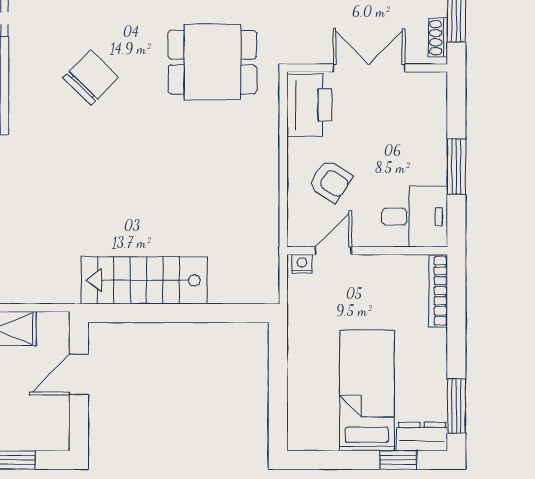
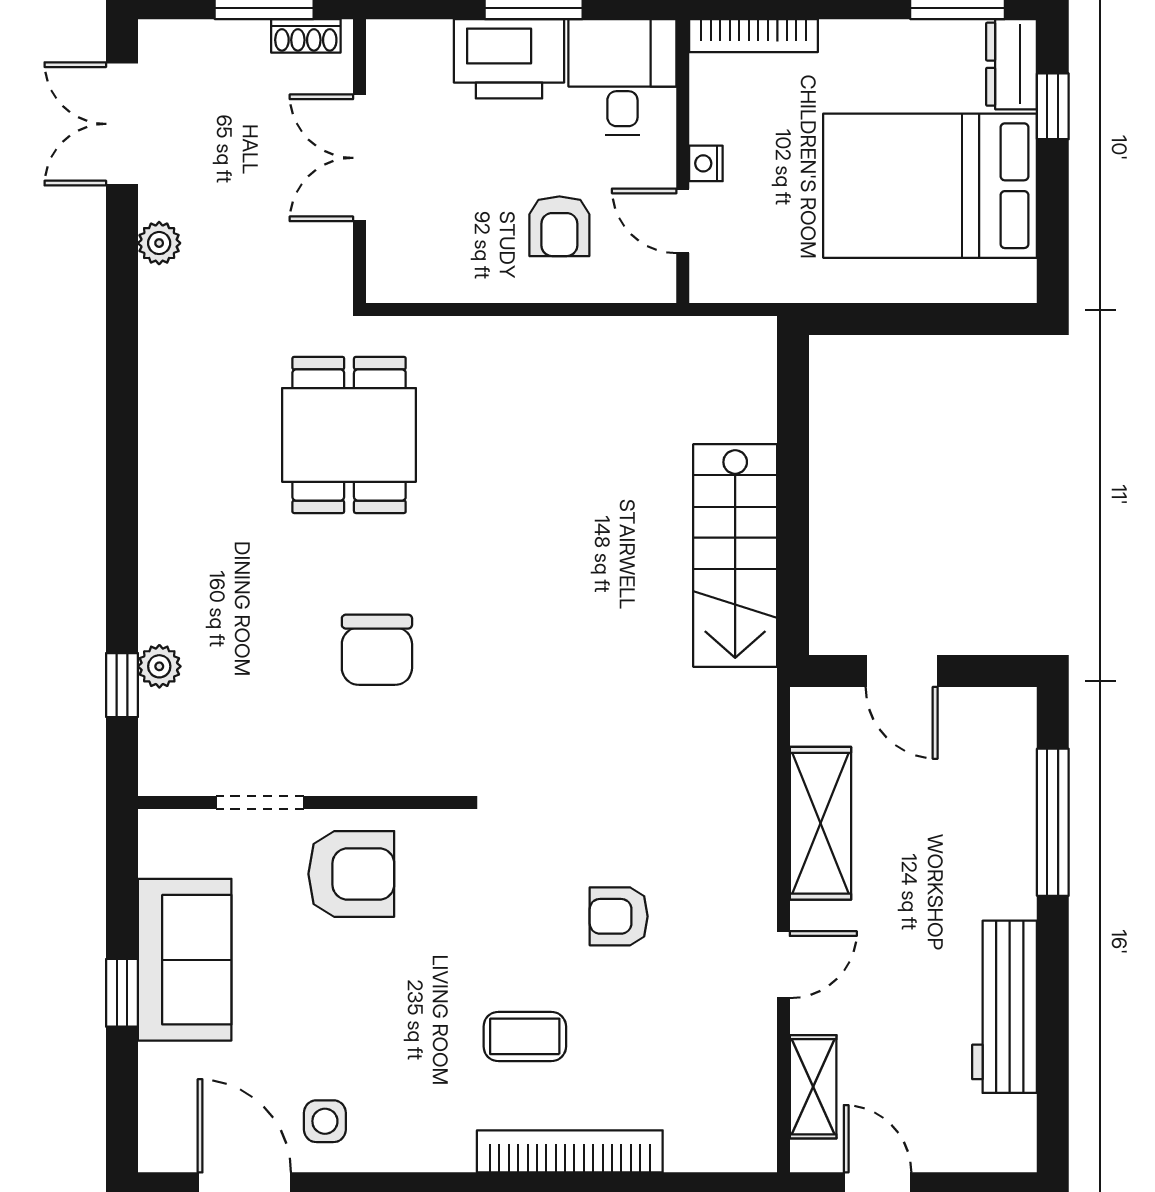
chair: (91, 78) -> (377, 650), turned -134
printer: (309, 105) -> (509, 59), moved, turned 180
armchair: (330, 181) -> (559, 226), turned 147
nightstand: (302, 264) -> (706, 163), moved
bed: (367, 391) -> (930, 186), width x1.50

